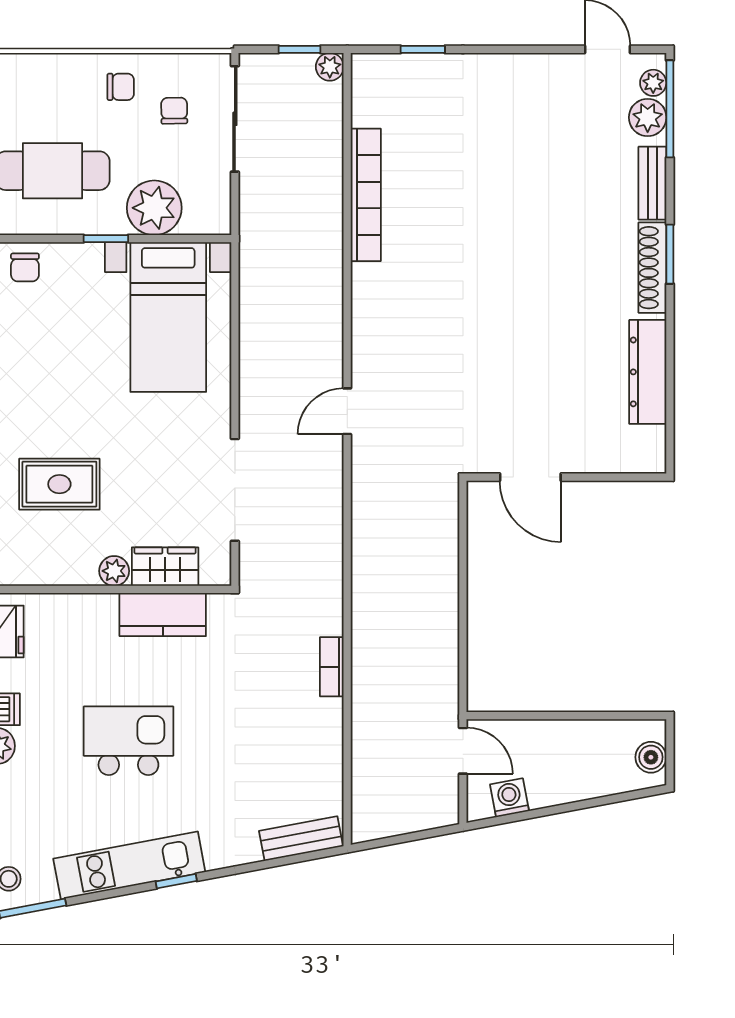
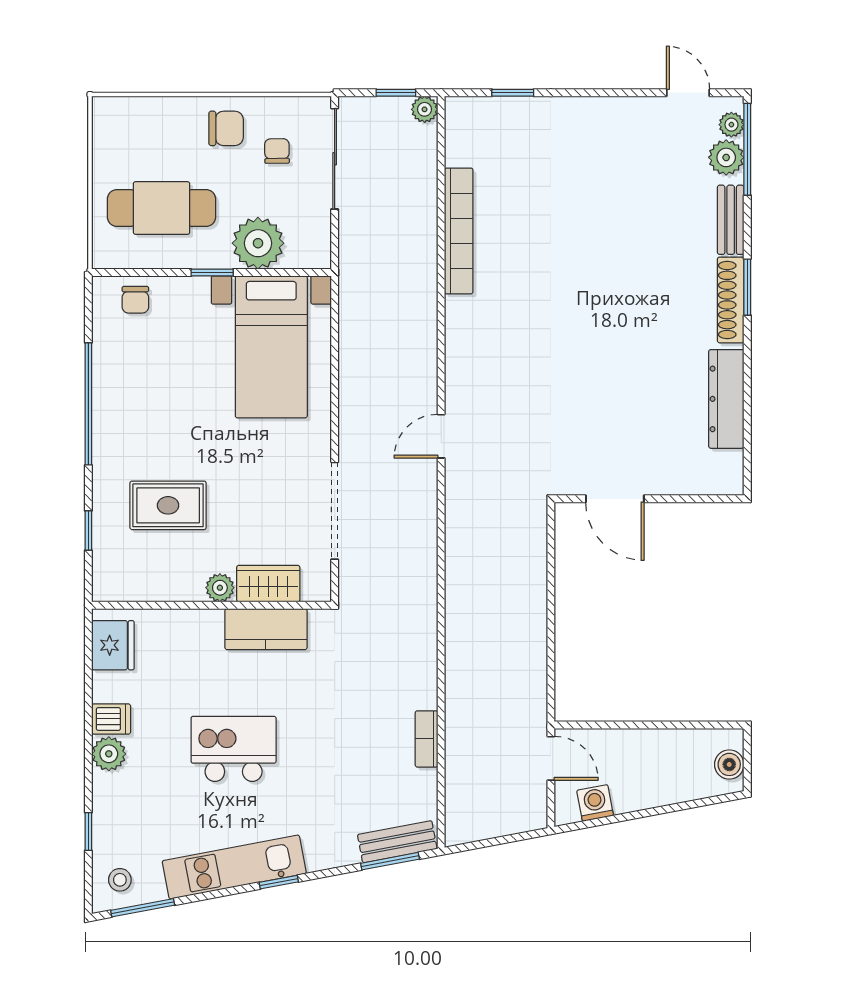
chair: (121, 87) -> (226, 128), width x1.37, depth x1.37
bookcase: (332, 667) -> (427, 739), moved
window: (293, 859) -> (390, 861), added

